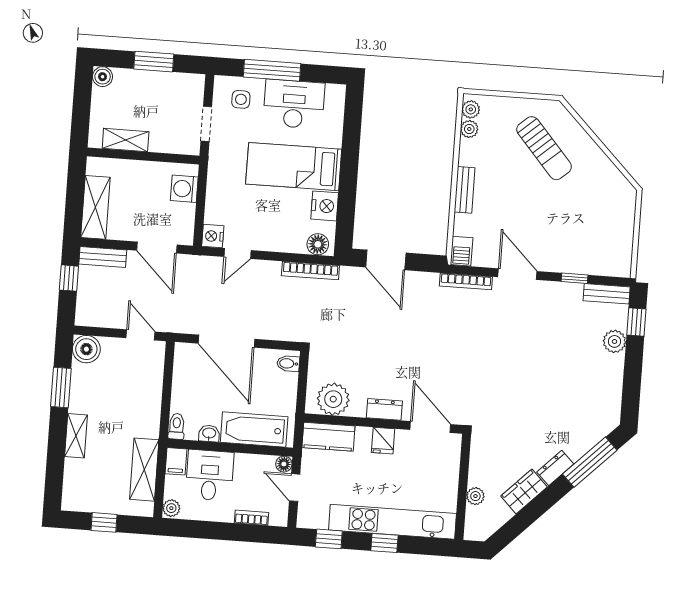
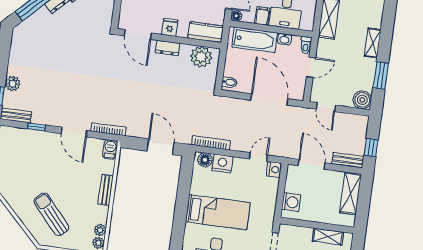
nightstand: (325, 206) -> (222, 164), moved, turned 90
door: (167, 393) -> (311, 67), added
filing cabinet: (176, 461) -> (262, 16), moved

